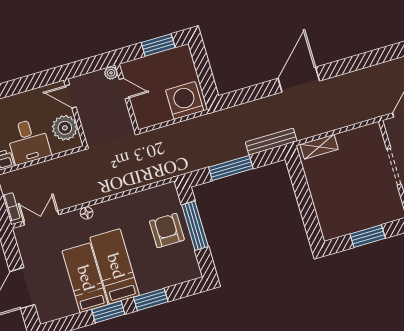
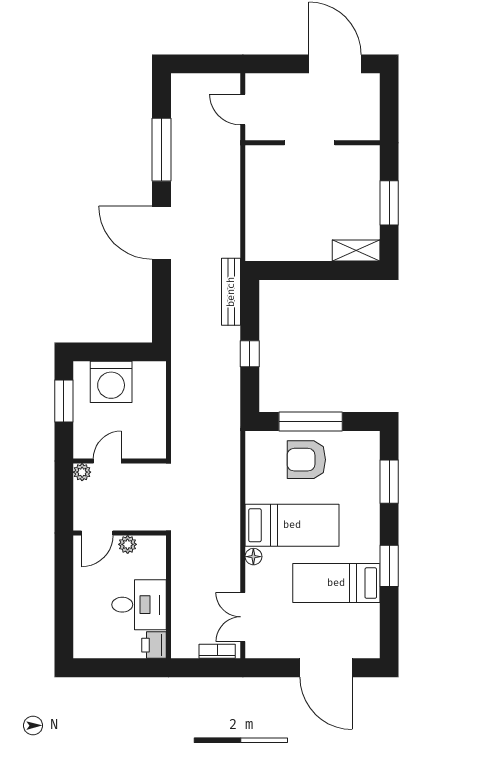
window: (358, 62) -> (162, 150), added
washing machine: (185, 100) -> (111, 382), moved, turned -90
plant: (65, 128) -> (128, 544), width x0.53, depth x0.53
shelving: (319, 147) -> (356, 251), moved, turned 90
window: (231, 168) -> (250, 354), width x0.46
bed: (115, 266) -> (292, 525), moved, turned 180
window: (151, 299) -> (389, 482), moved

